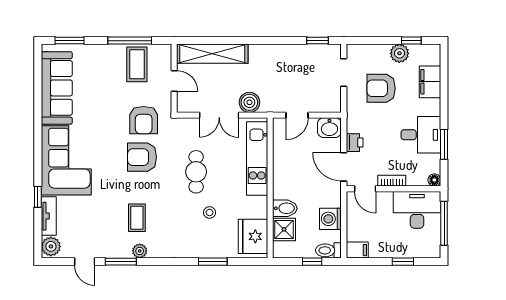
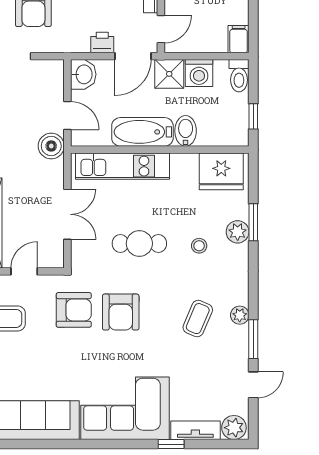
boiler: (249, 102) -> (51, 146), moved
bathtub: (284, 174) -> (142, 132), added
stool: (210, 212) -> (199, 246), moved
coffee table: (137, 218) -> (198, 319), turned -67
shower: (284, 229) -> (169, 74), moved
plant: (205, 249) -> (238, 232), added
window: (312, 262) -> (253, 116), moved

